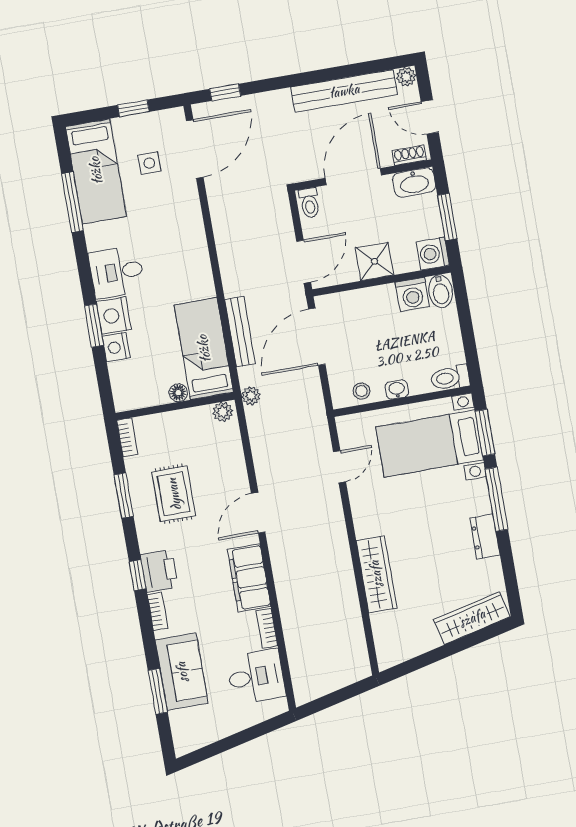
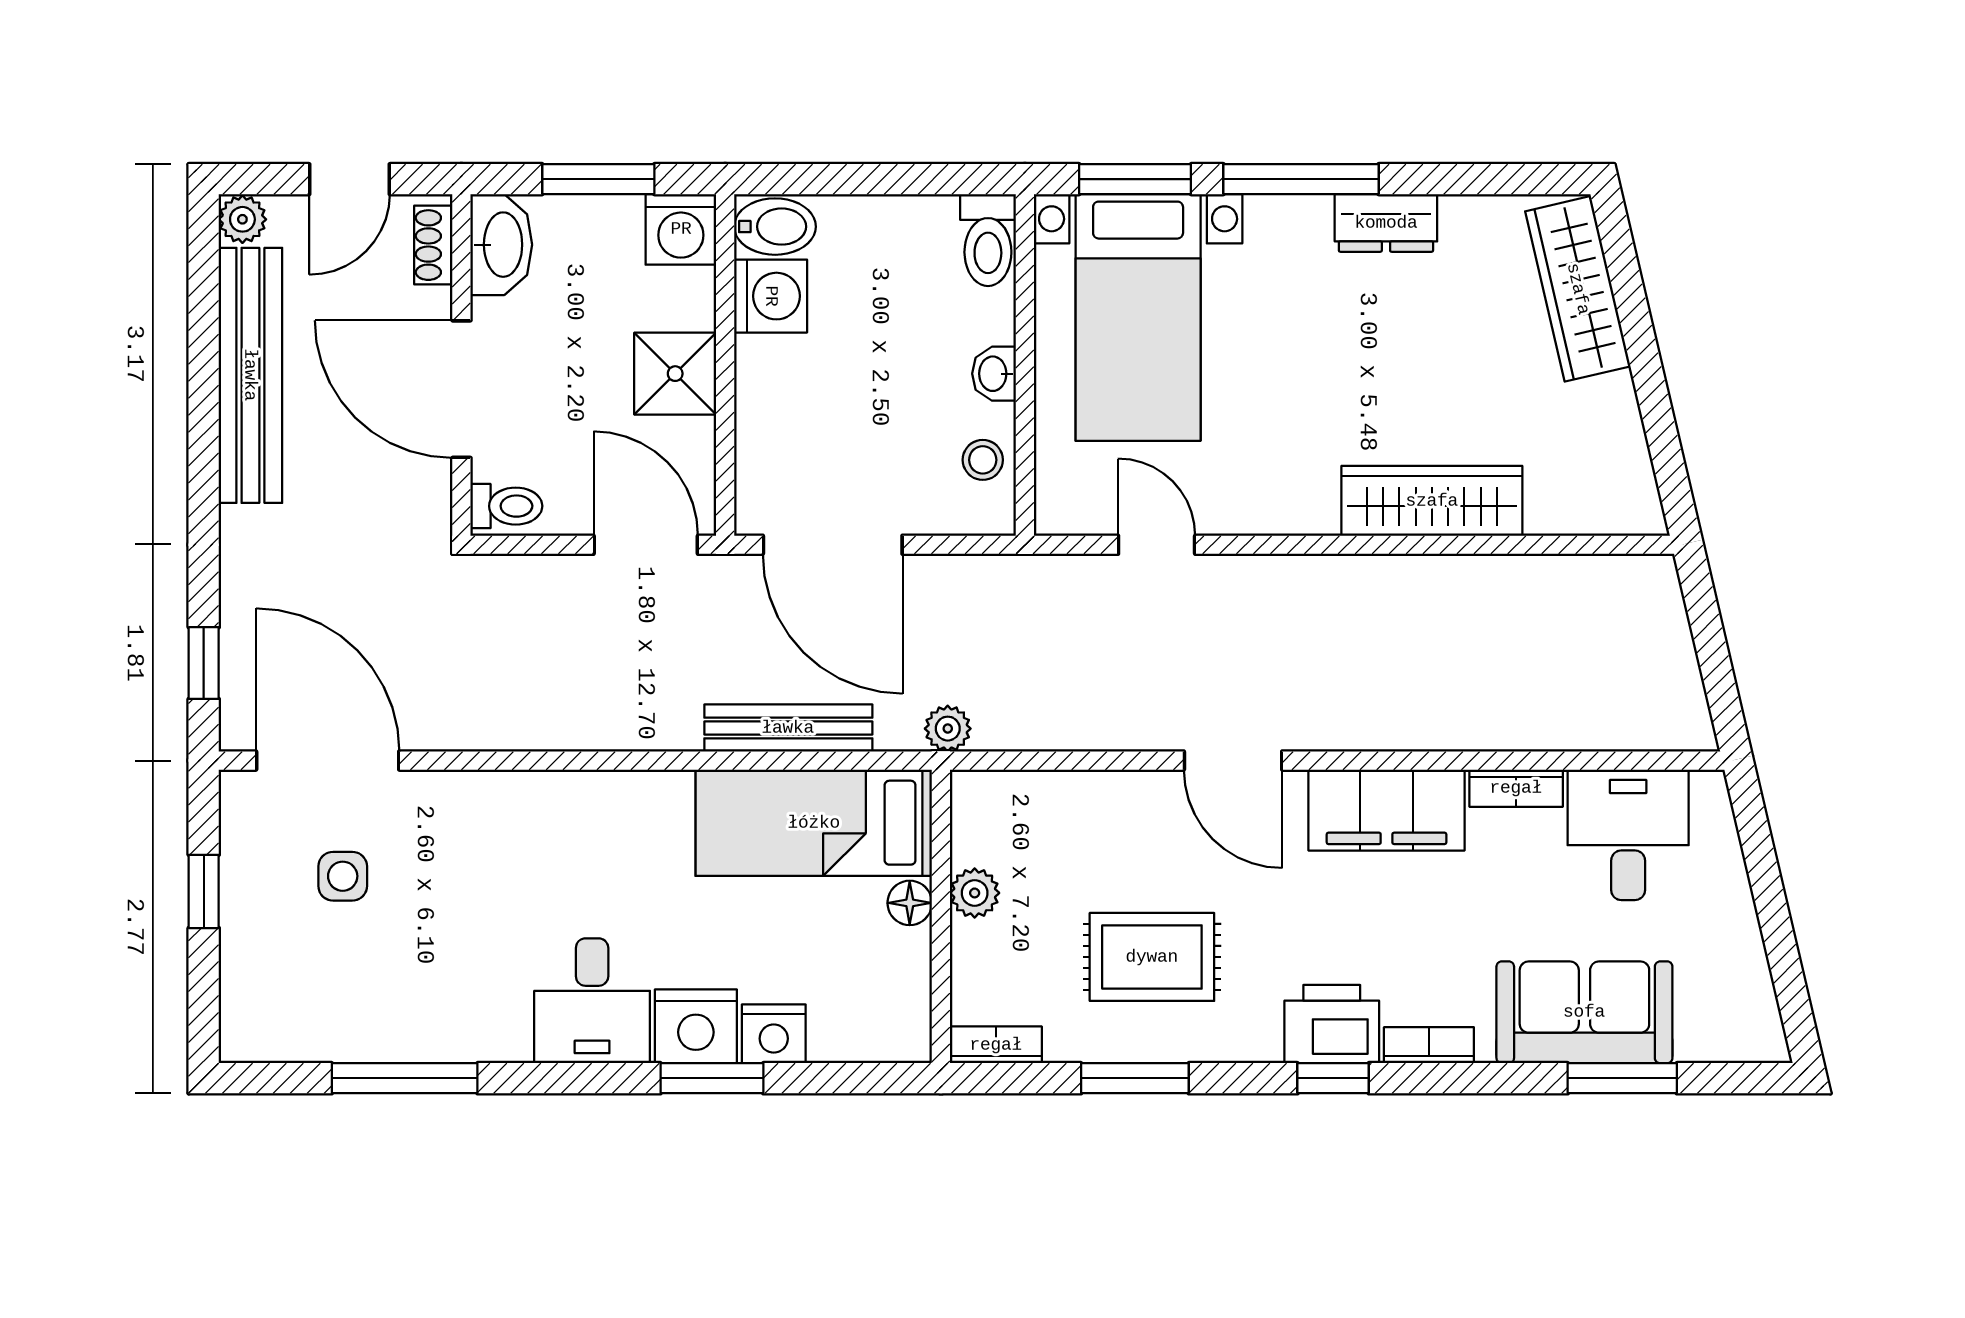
bed: (96, 171) -> (340, 1008), removed
plant: (223, 412) -> (975, 893), moved

